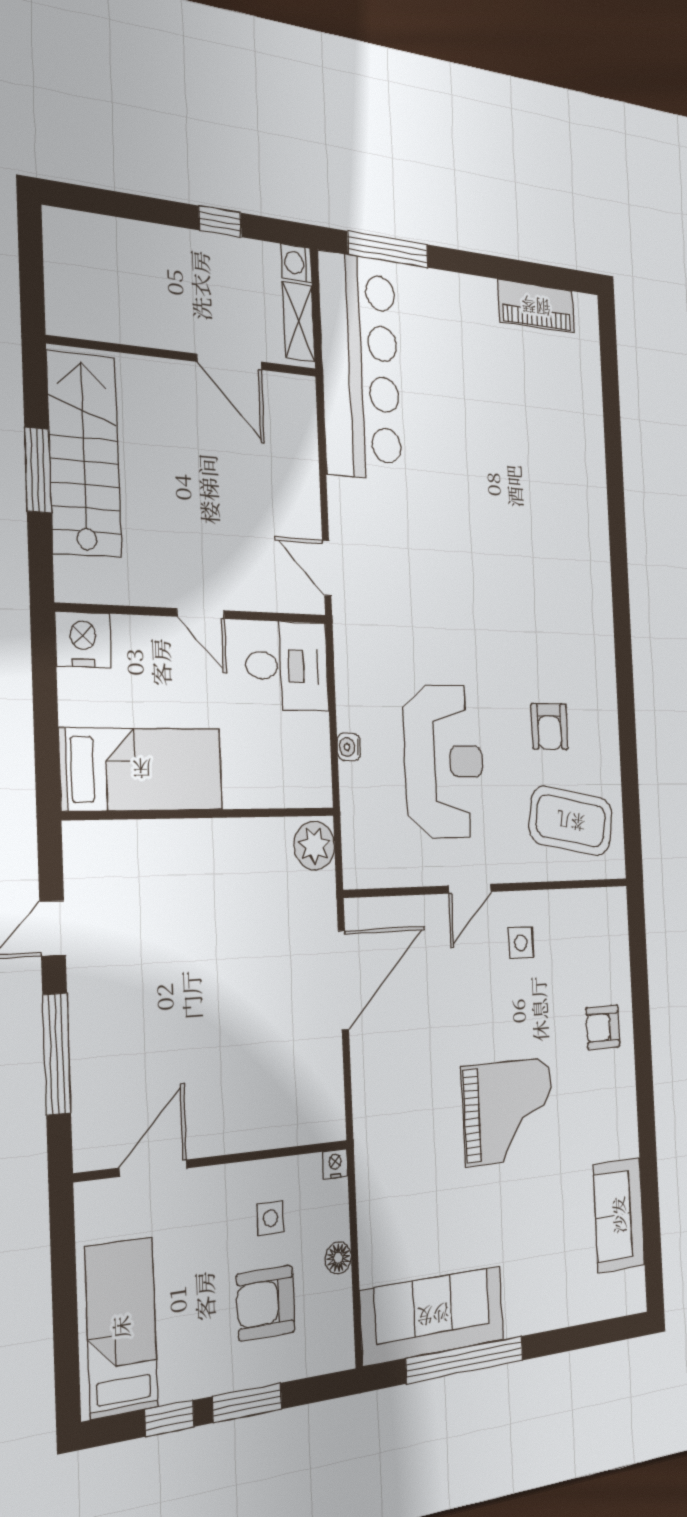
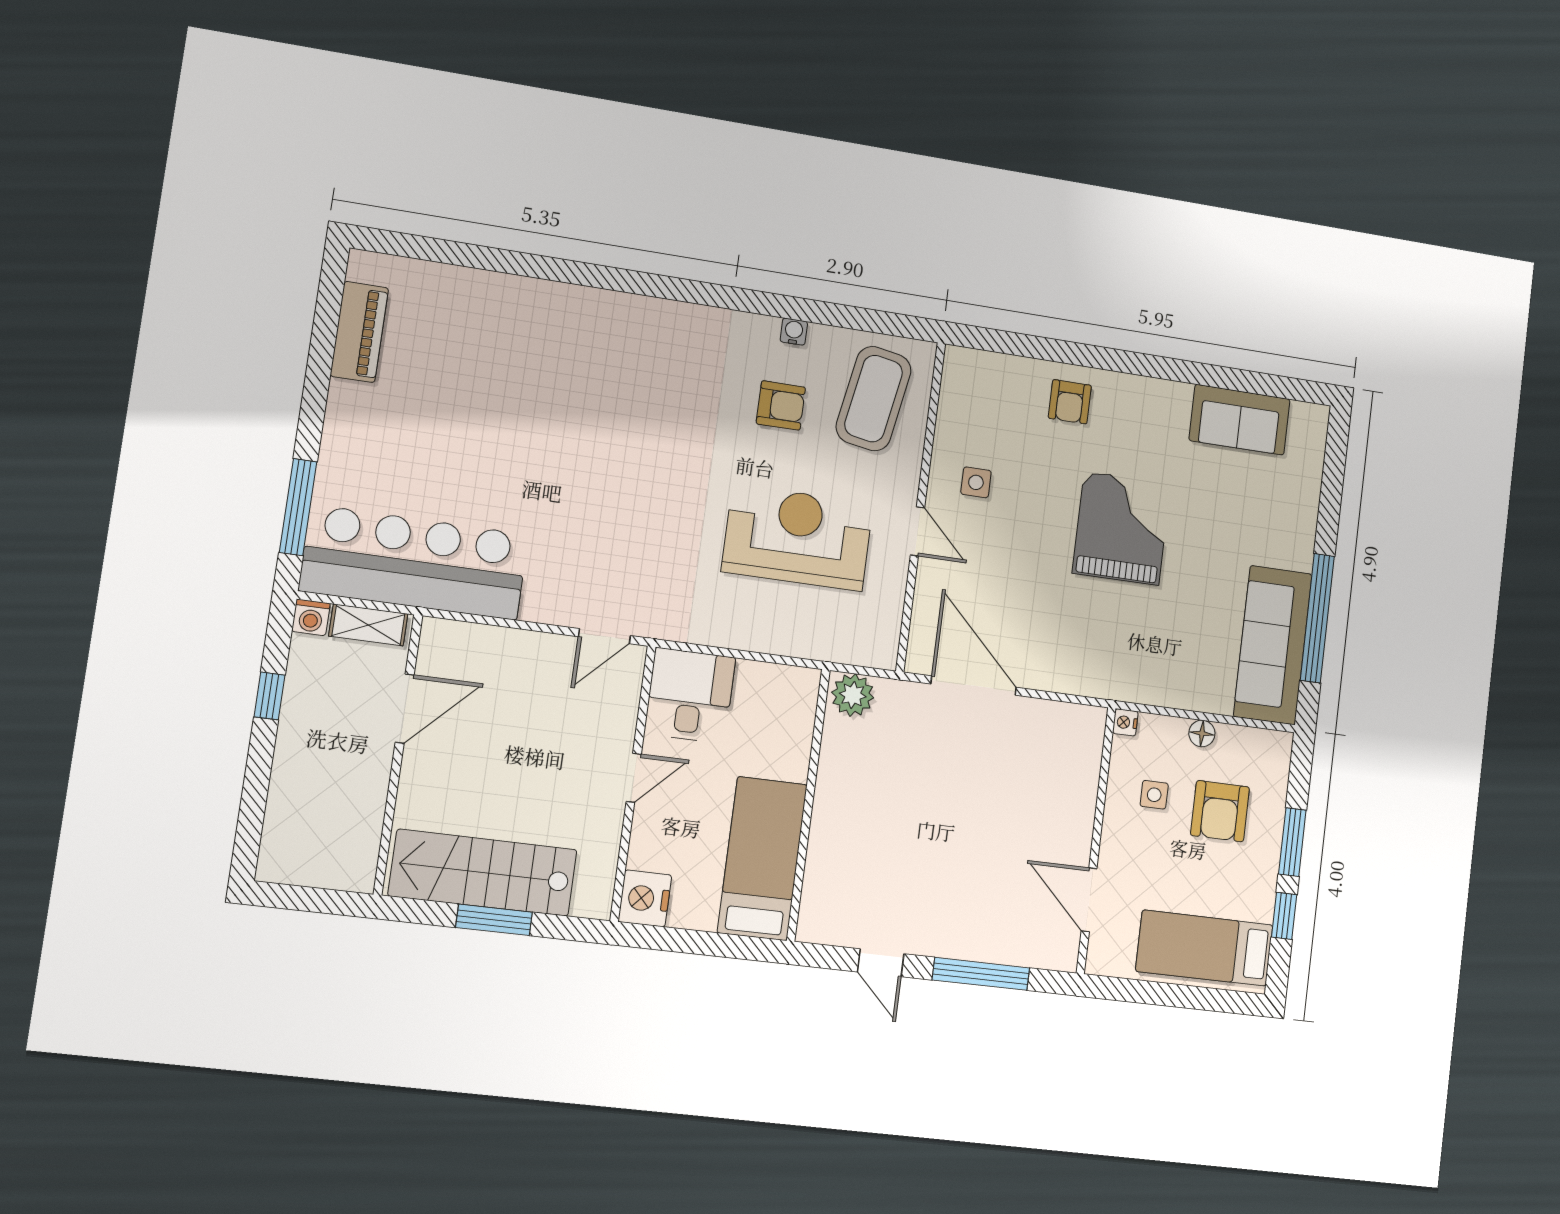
water cooler: (349, 747) -> (794, 332), moved, turned 180

